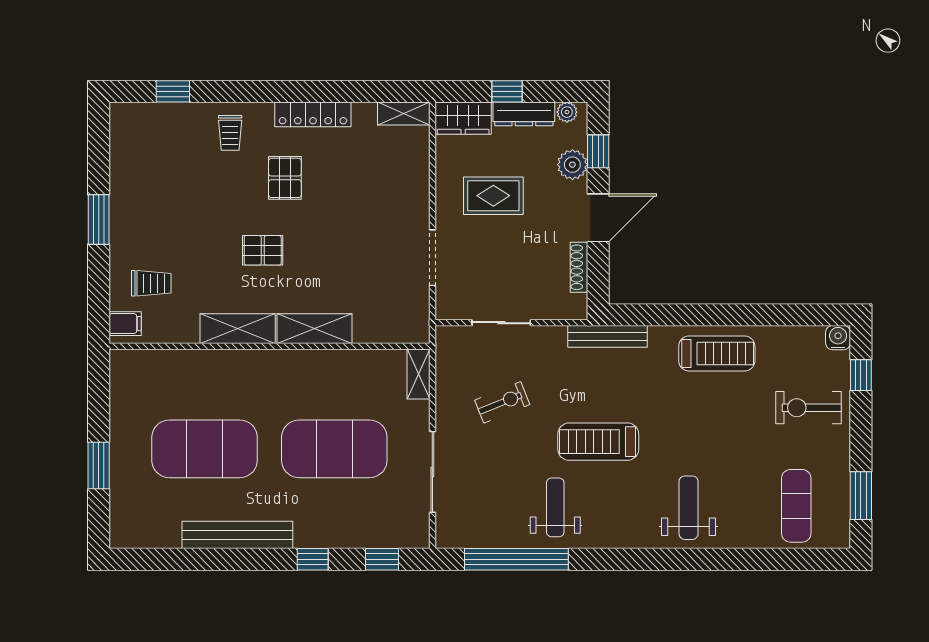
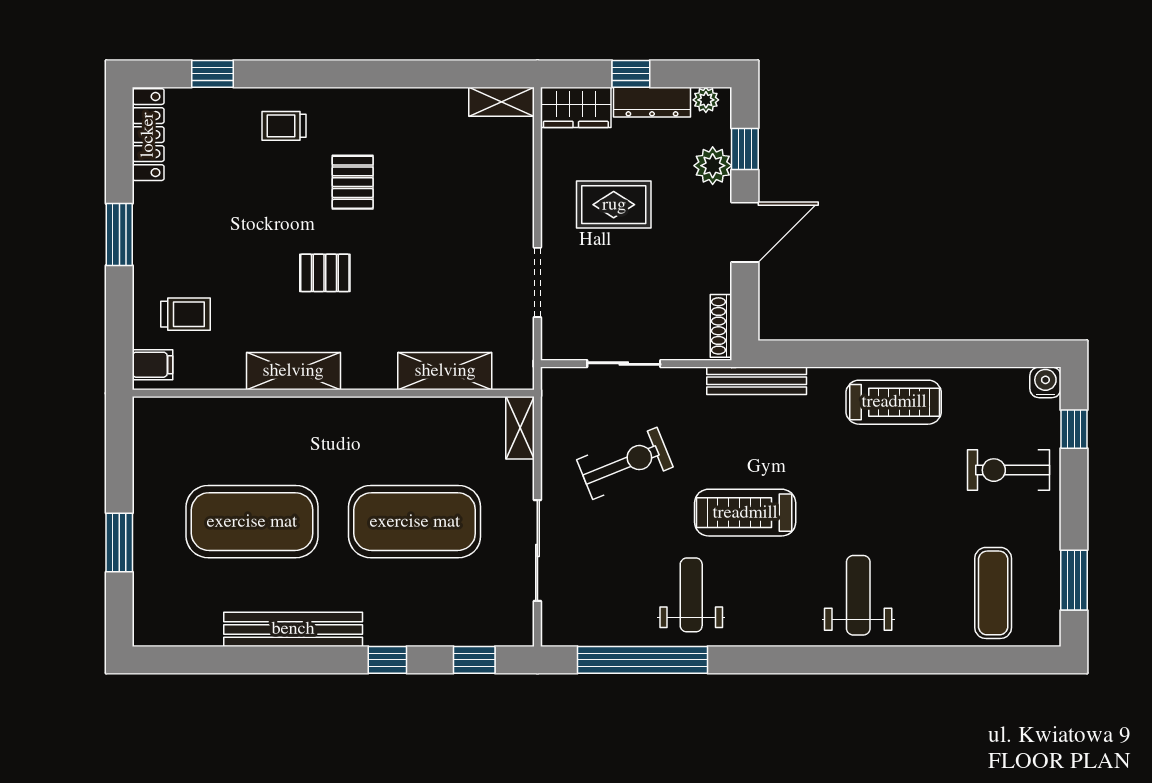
locker: (313, 114) -> (148, 135), moved, turned -90
trolley: (230, 133) -> (284, 126), turned 90
shoe rack: (579, 267) -> (721, 326), moved
shelving: (315, 329) -> (445, 371), moved
exercise bike: (502, 402) -> (625, 463), width x1.38, depth x1.39

